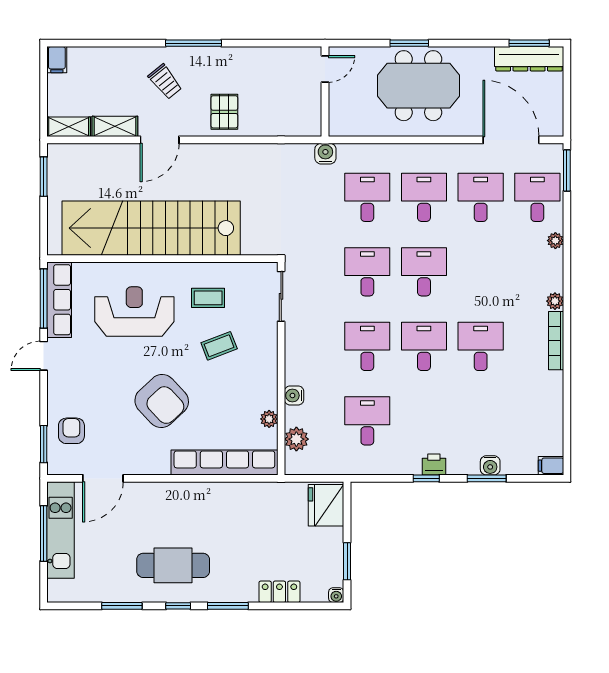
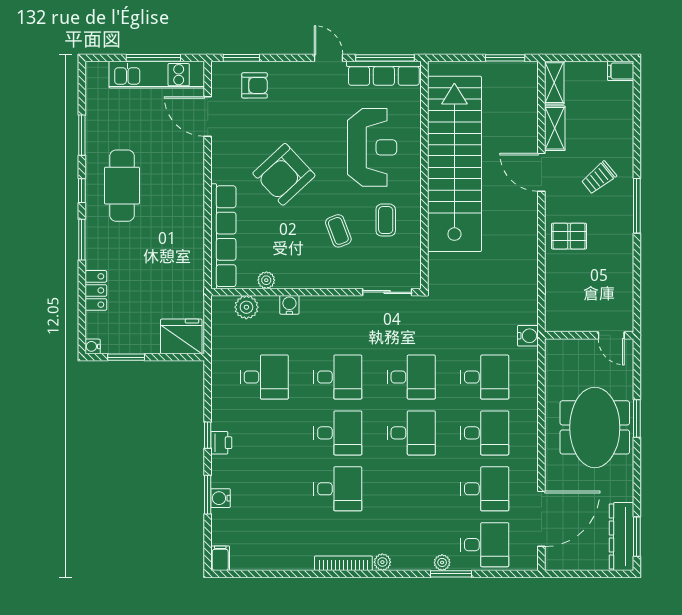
window: (567, 170) -> (451, 574), moved

